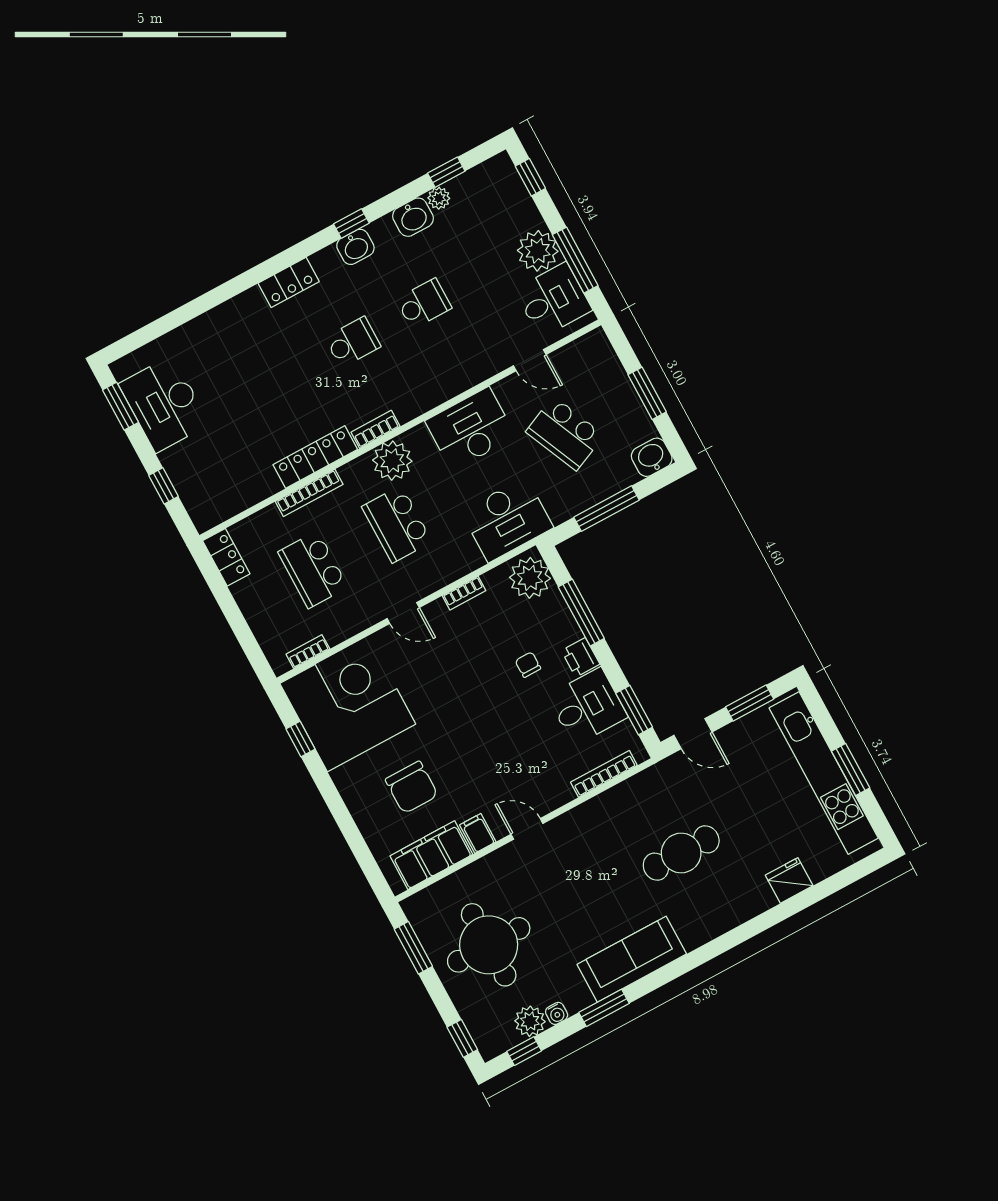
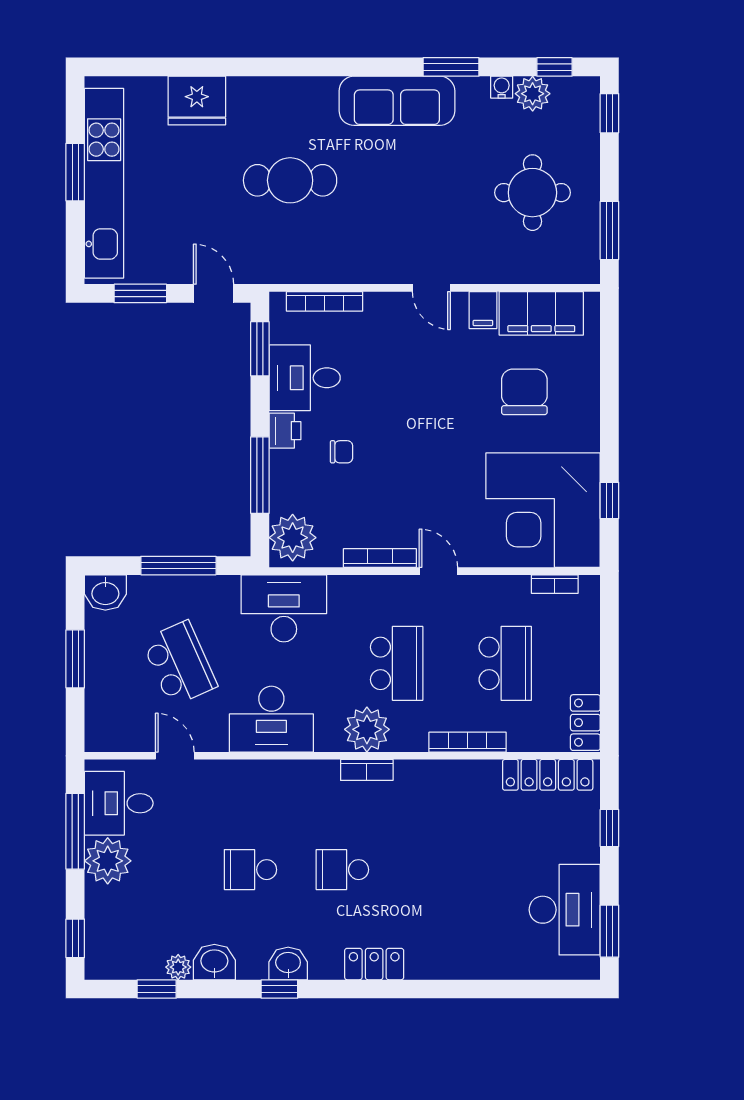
locker: (315, 457) -> (548, 775), moved
bookcase: (464, 593) -> (380, 558), width x1.56
chair: (528, 665) -> (342, 452), turned -90
fridge: (789, 880) -> (197, 101), width x1.36, depth x1.34
round table: (489, 945) -> (532, 193), width x0.73, depth x0.73

